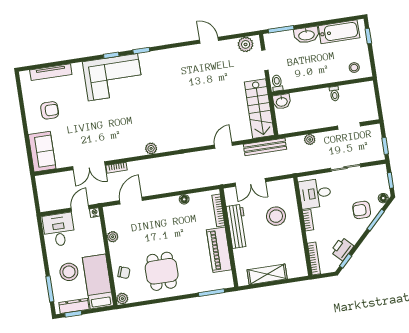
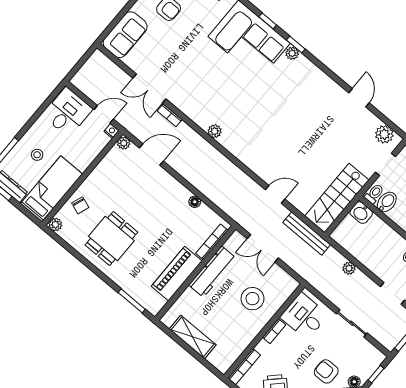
plant: (145, 58) -> (292, 53), added
bidet: (289, 80) -> (387, 202), added
plant: (113, 237) -> (124, 143), moved
stool: (69, 272) -> (37, 155), width x0.53, depth x0.53

